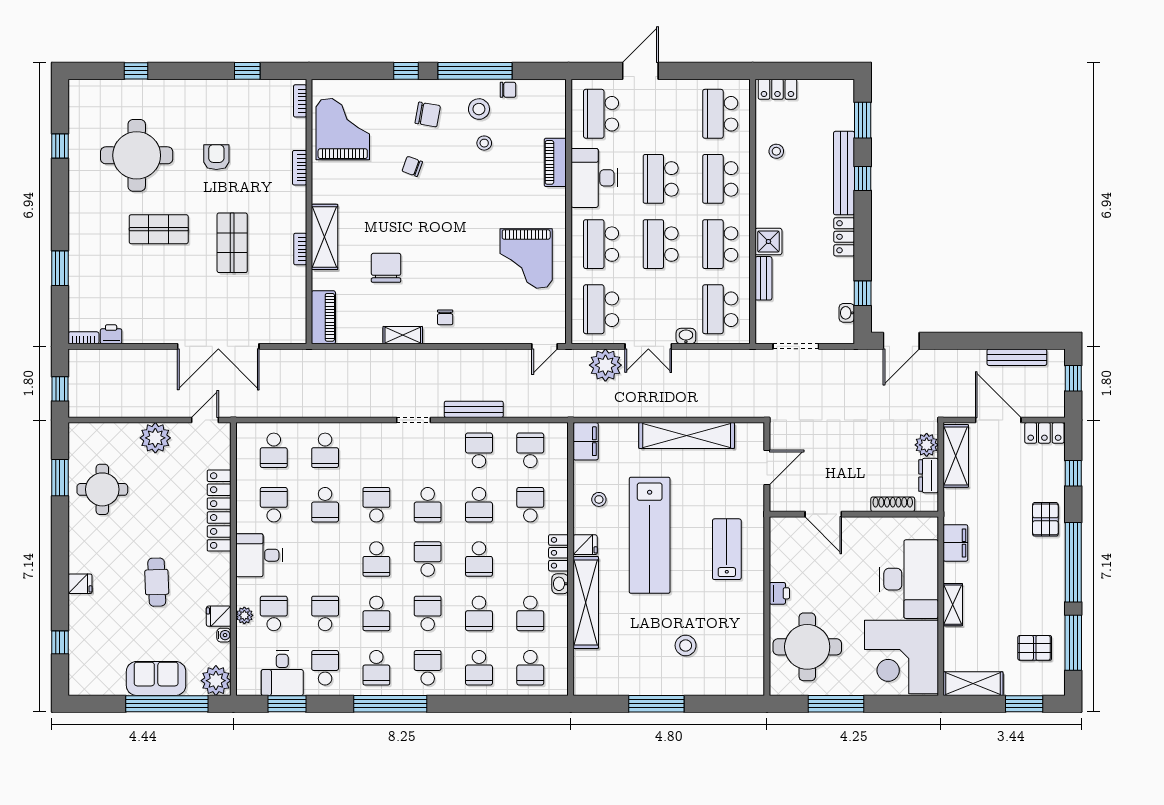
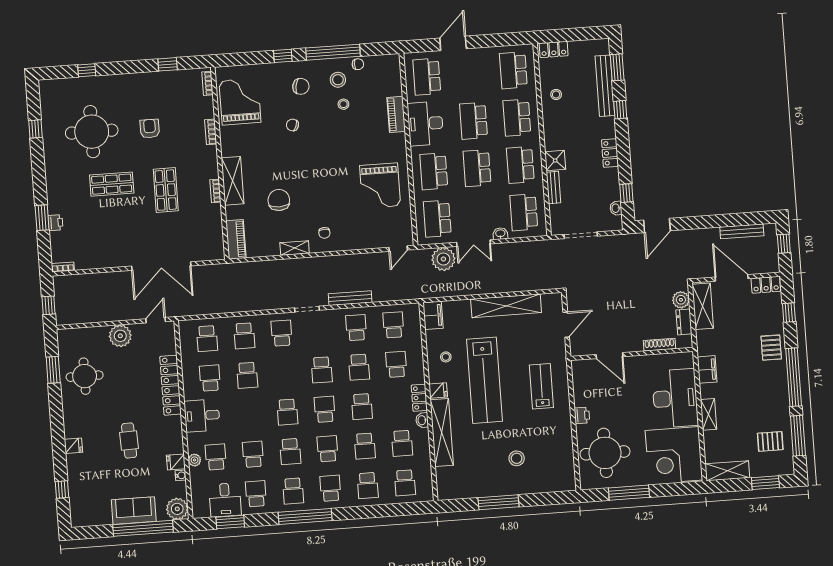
bench: (844, 173) -> (605, 86), moved
printer: (111, 334) -> (55, 223), moved, turned 90
school desk: (376, 505) -> (282, 333), moved

